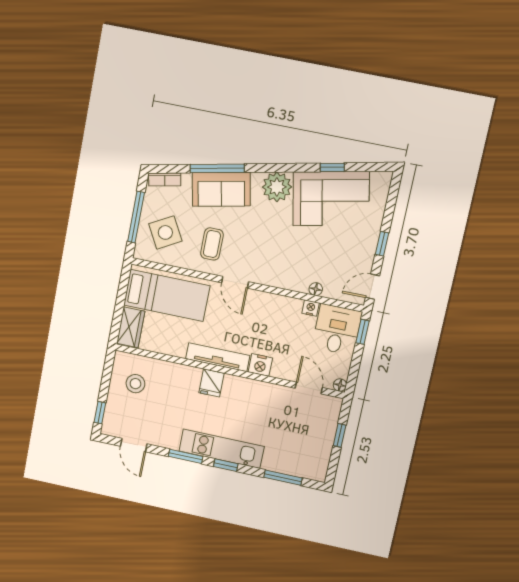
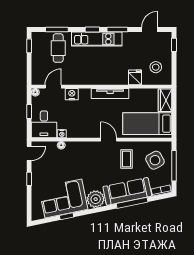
sofa: (221, 189) -> (127, 191), width x1.36
window: (363, 332) -> (29, 111), moved
nightstand: (260, 365) -> (72, 94), moved
fridge: (211, 383) -> (135, 77), moved
door: (309, 388) -> (53, 87), swing flipped
window: (340, 435) -> (29, 46), moved
door: (134, 445) -> (150, 30), hinge flipped
cafe table: (287, 448) -> (58, 48), added

